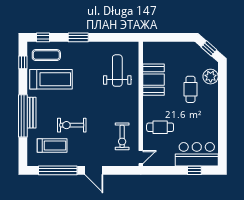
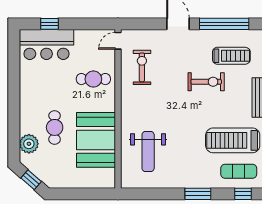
booth: (154, 80) -> (96, 140), width x1.36, depth x1.42
treadmill: (52, 145) -> (231, 56), turned 180

